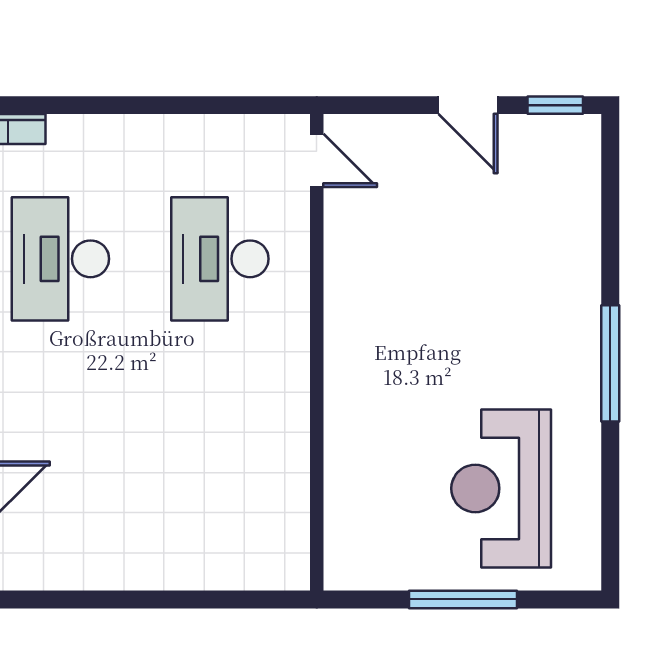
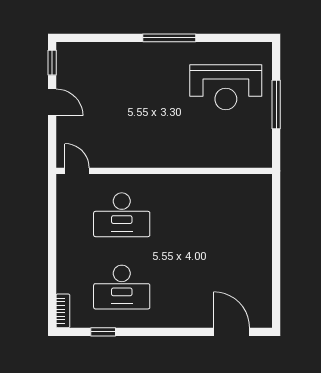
door: (468, 105) -> (52, 102), hinge flipped
door: (317, 160) -> (77, 171), hinge flipped

